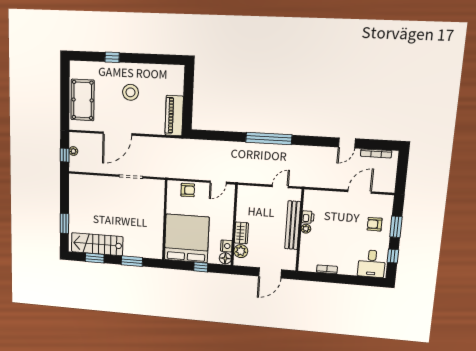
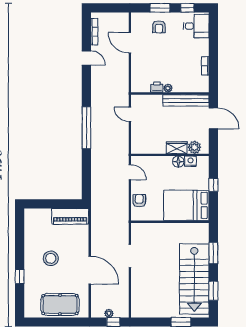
bench: (293, 225) -> (186, 100), moved
bed: (187, 238) -> (186, 205), width x0.73
stairs: (97, 244) -> (194, 279), width x1.36, depth x1.51
floor lamp: (225, 258) -> (178, 162), moved

